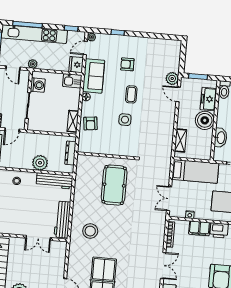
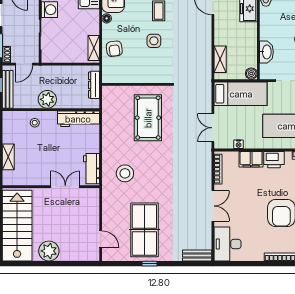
boiler: (205, 120) -> (251, 74), moved, width x0.54, depth x0.54
plant: (40, 163) -> (47, 99), moved
workbench: (62, 220) -> (91, 169), width x0.73
double door: (38, 238) -> (65, 187), swing flipped

